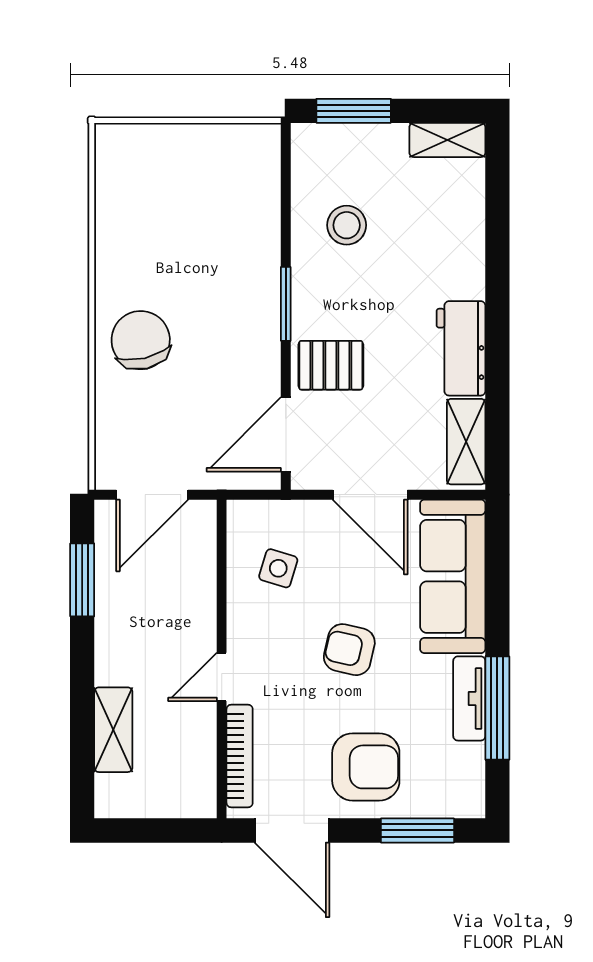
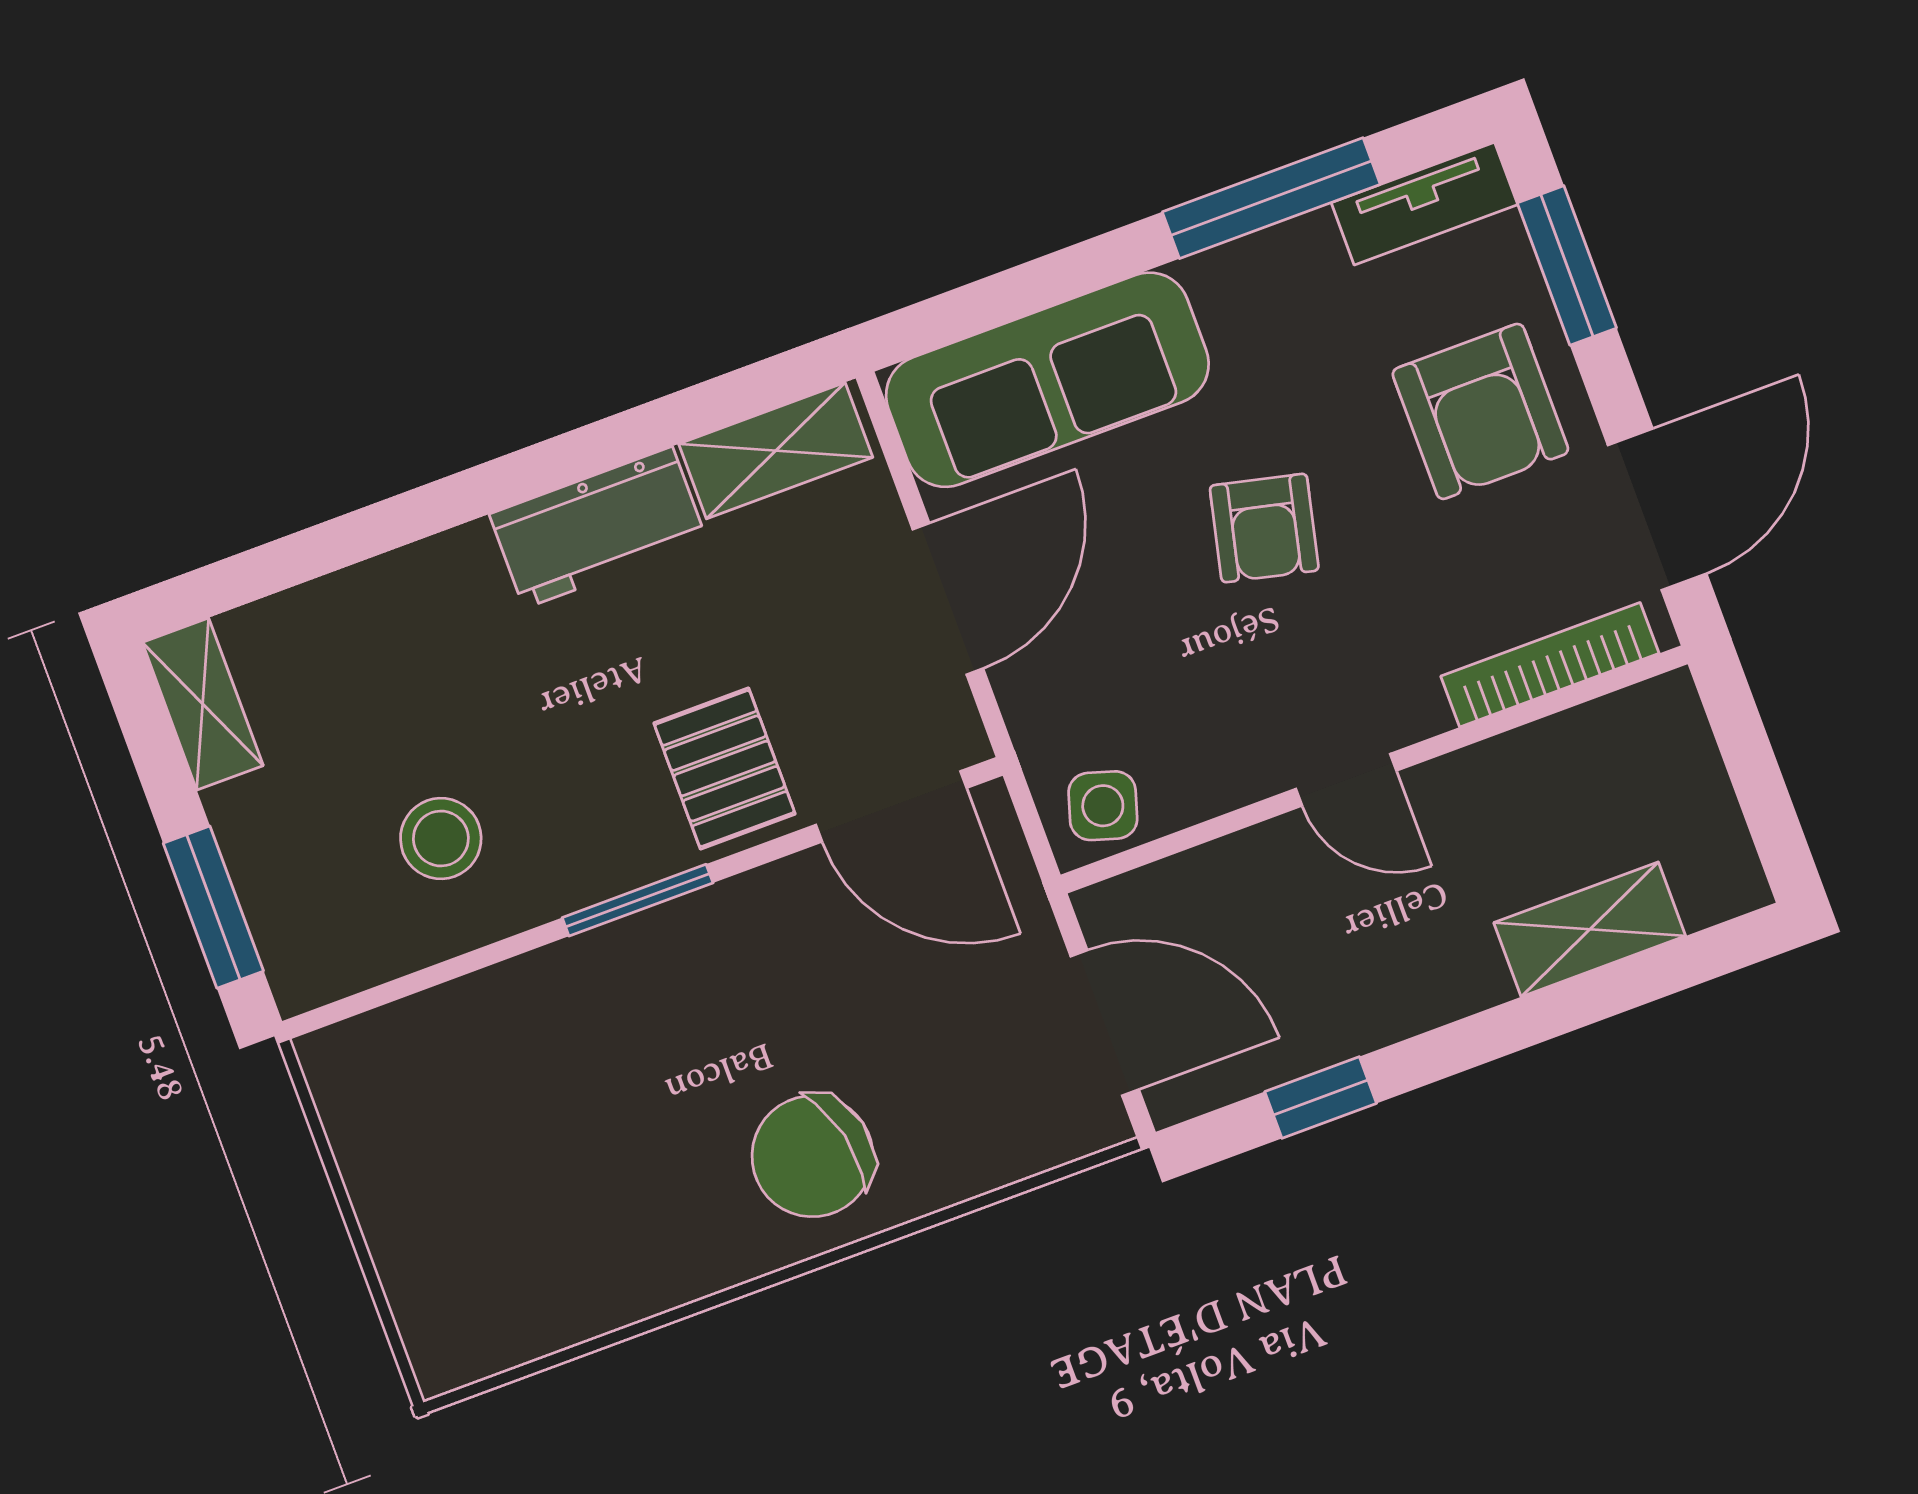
side table: (278, 568) -> (1103, 806), moved
window: (82, 580) -> (1321, 1098), width x0.67
door: (222, 677) -> (1346, 780), moved
tv unit: (469, 698) -> (1424, 204), moved
armchair: (366, 767) -> (1480, 411), turned 180

